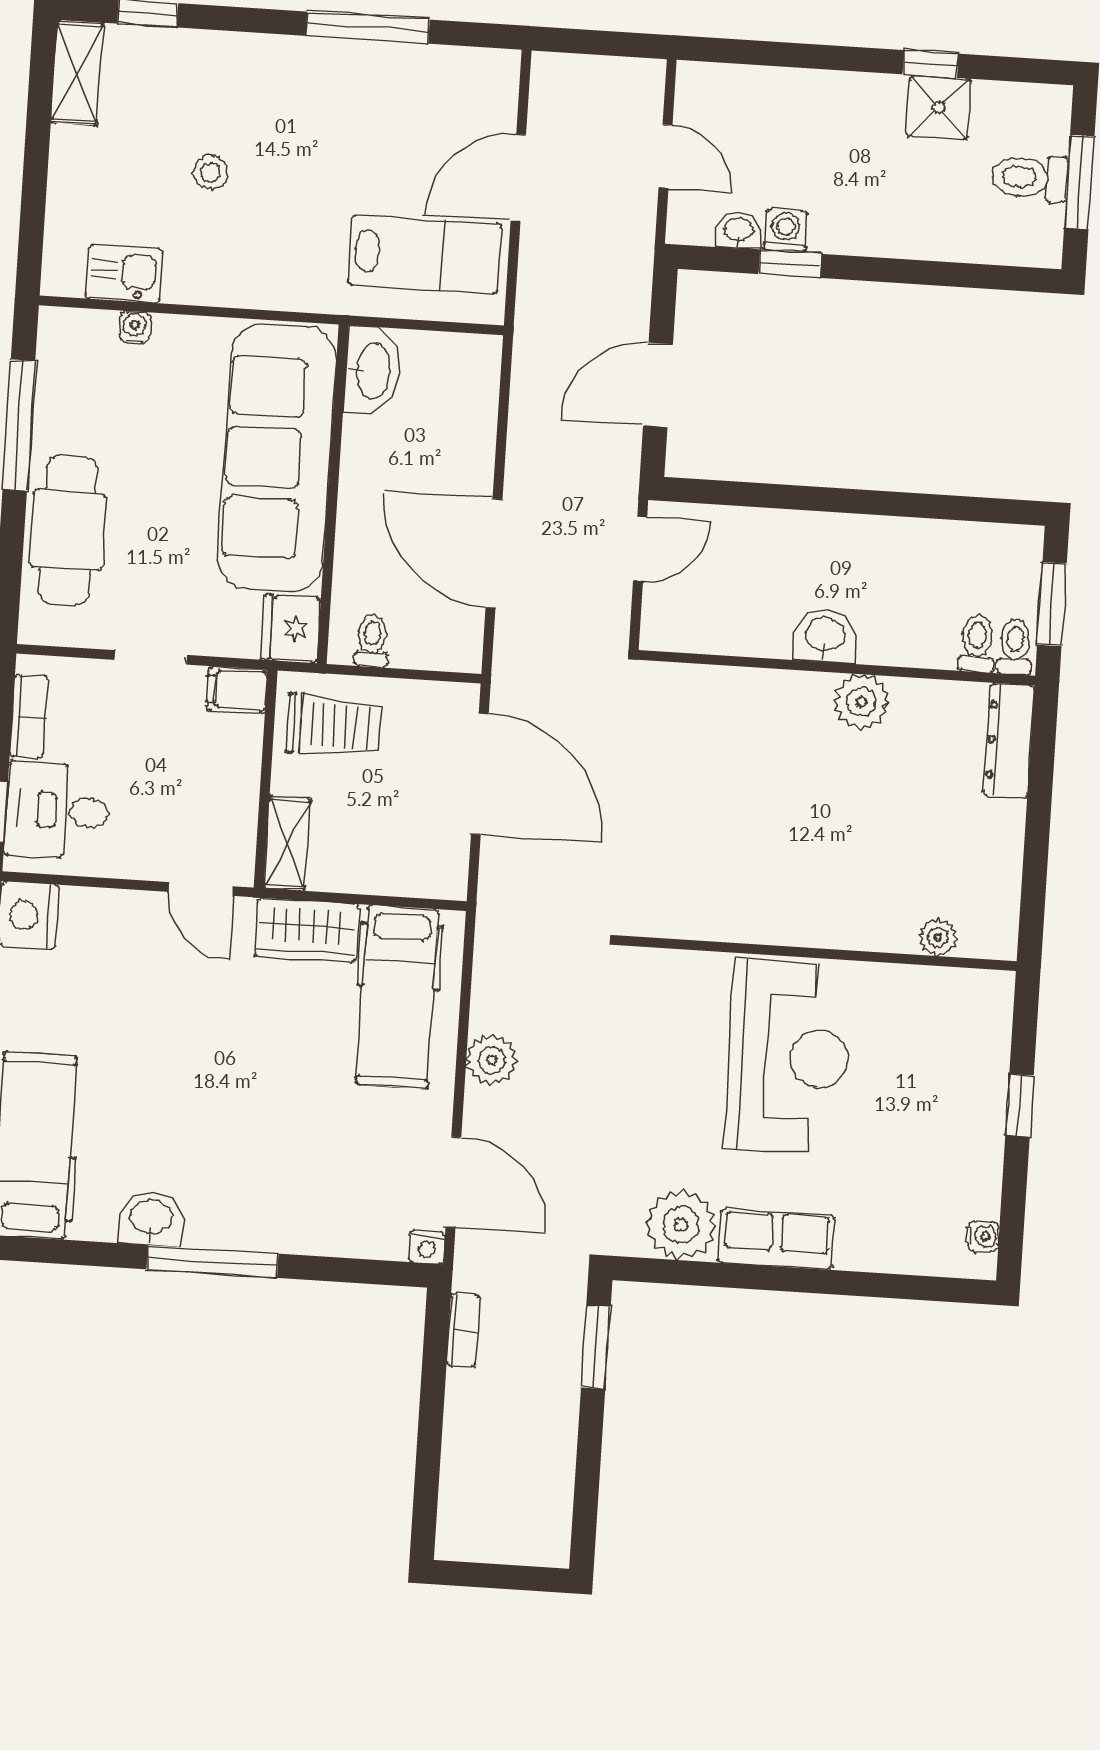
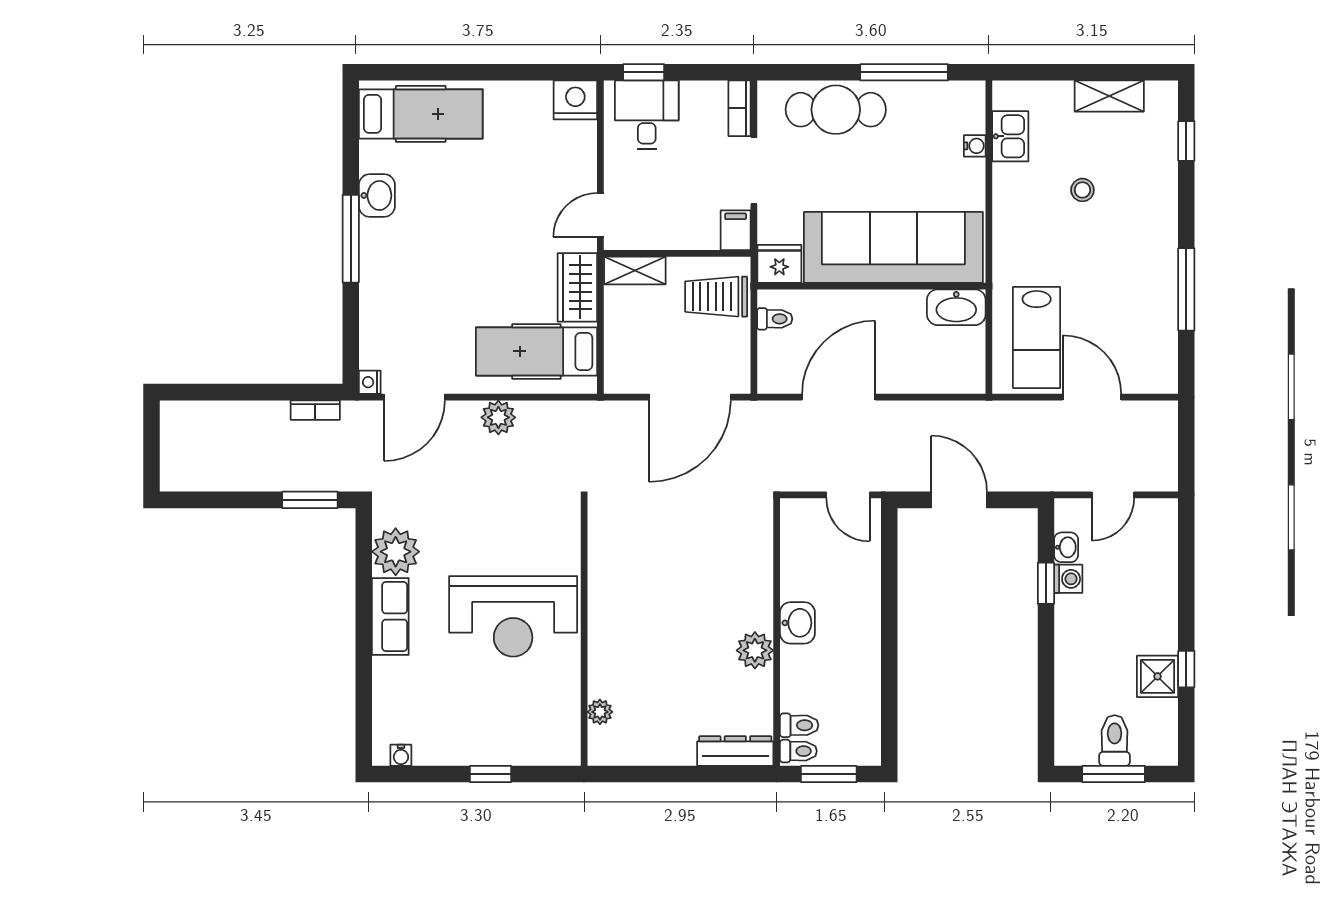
shelving: (77, 73) -> (1109, 96), moved
doorway: (151, 657) -> (754, 171), width x1.38
bookcase: (29, 716) -> (739, 108), moved, turned 90
trolley: (333, 725) -> (716, 297), turned 90

